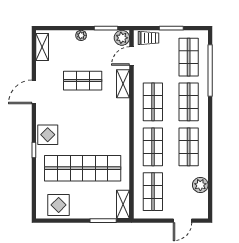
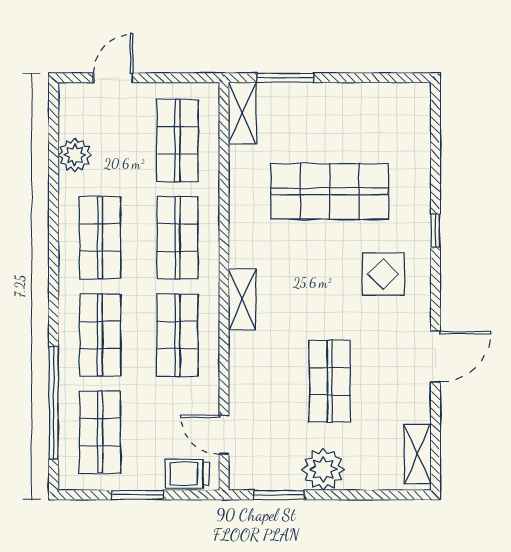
plant: (81, 35) -> (323, 469), width x1.88, depth x1.88
plant: (122, 38) -> (245, 474), removed
door: (131, 56) -> (224, 435), swing flipped
shop shelf: (83, 81) -> (330, 381), turned 90
shelving: (123, 84) -> (242, 299), moved
display table: (48, 135) -> (383, 274), moved
shop shelf: (83, 168) -> (330, 191), width x0.71
display table: (59, 205) -> (382, 112), removed

